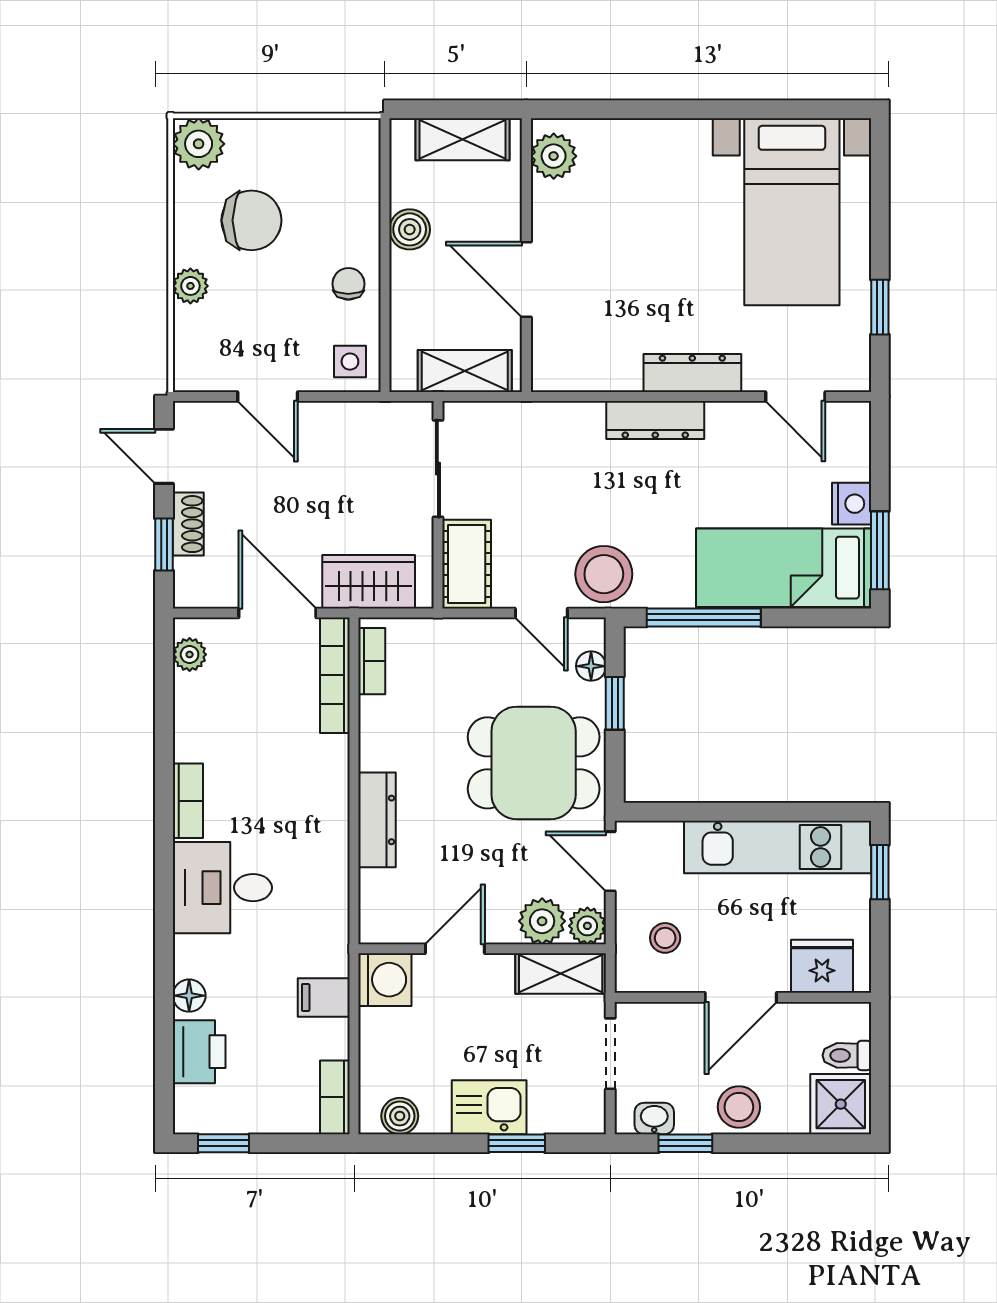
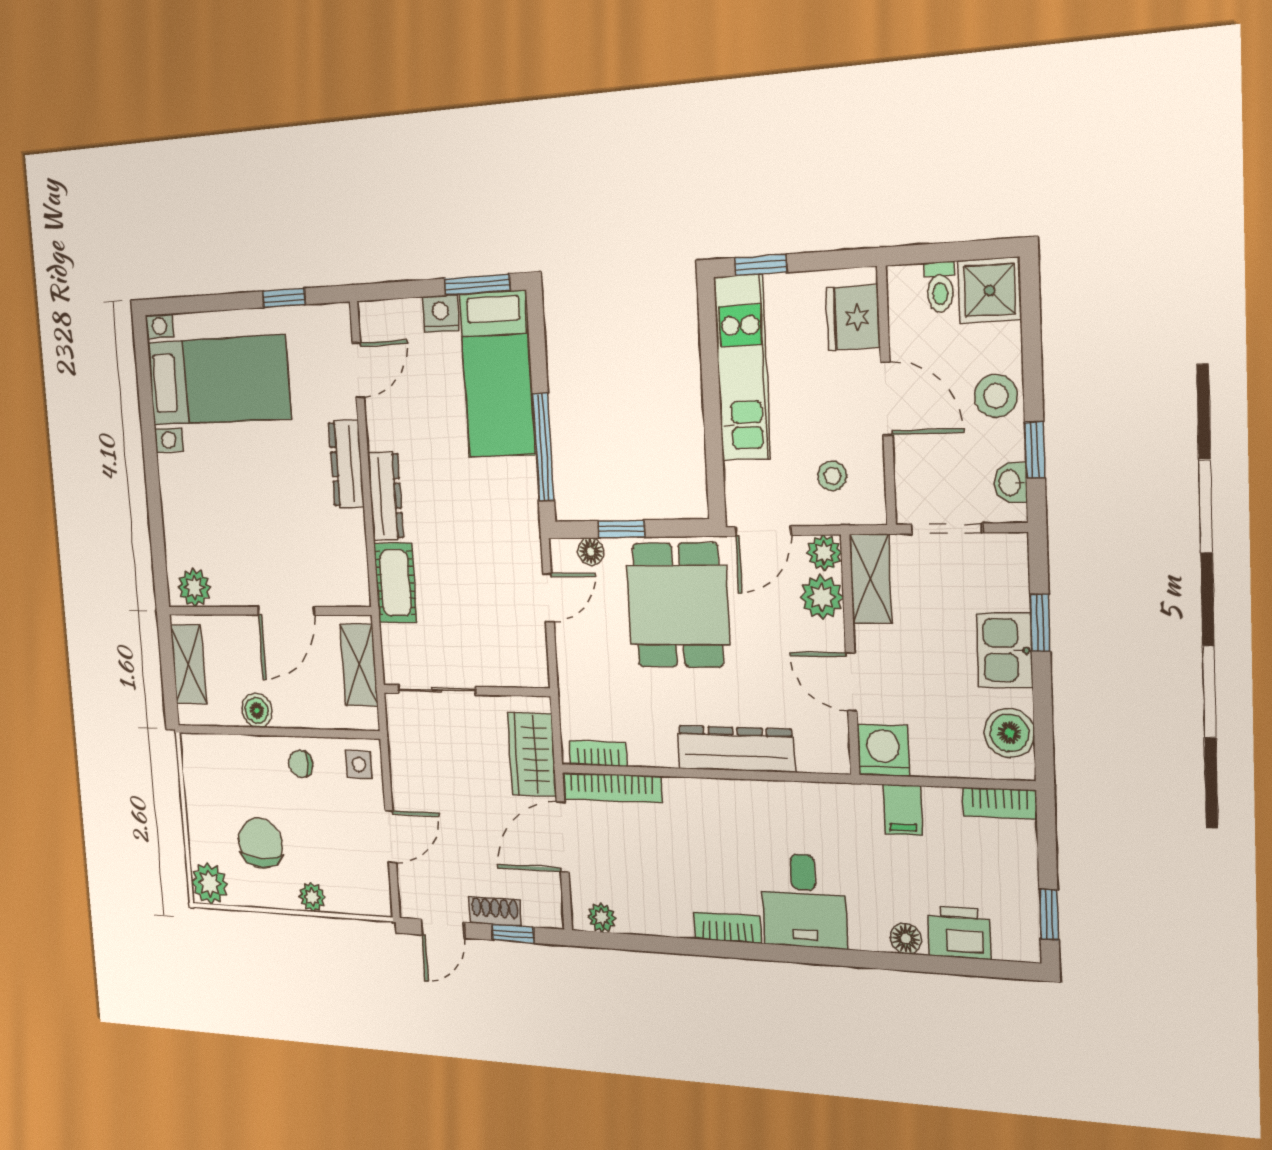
cot: (467, 564) -> (395, 583), moved, turned 90
stool: (604, 574) -> (513, 541), removed
dresser: (377, 820) -> (736, 749), width x1.37, depth x1.24
boiler: (400, 1116) -> (1009, 733), width x1.36, depth x1.36

